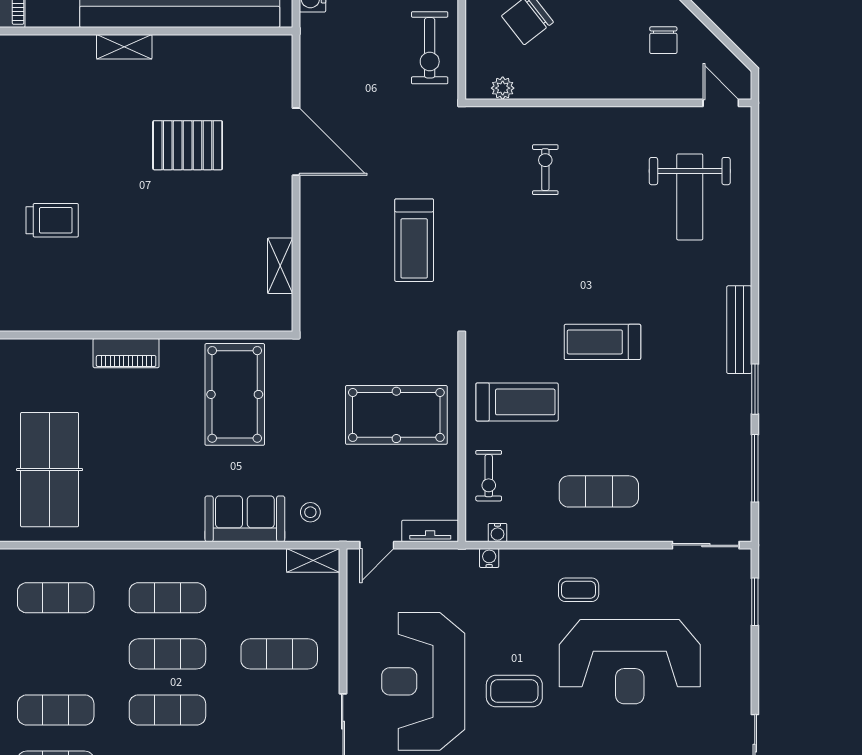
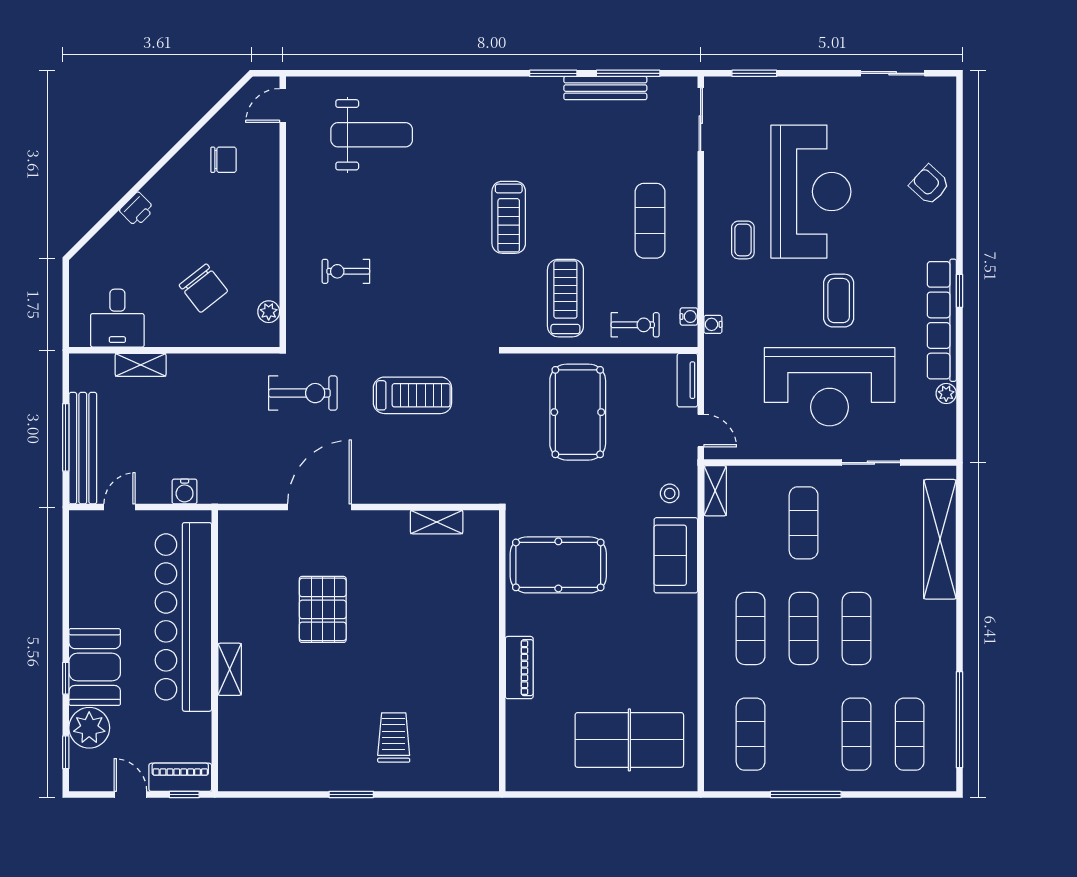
exercise bike: (430, 48) -> (303, 393), moved
bench: (739, 330) -> (605, 88), moved

